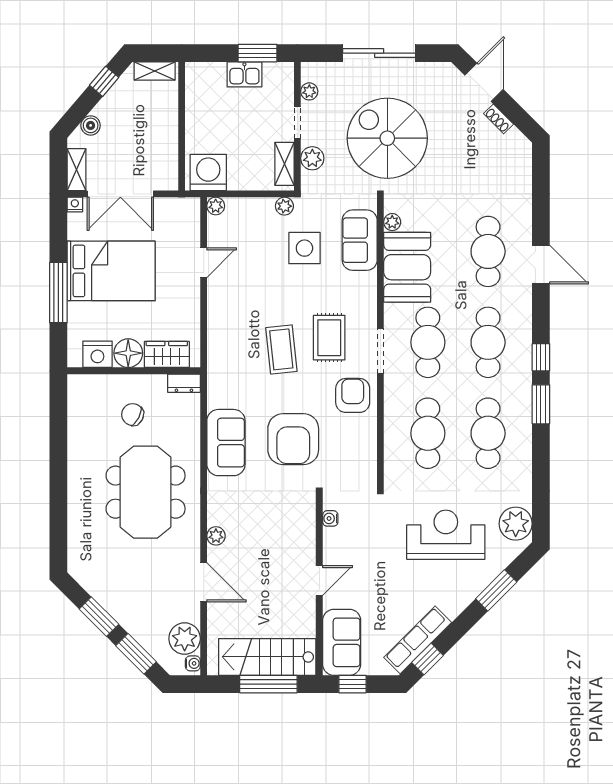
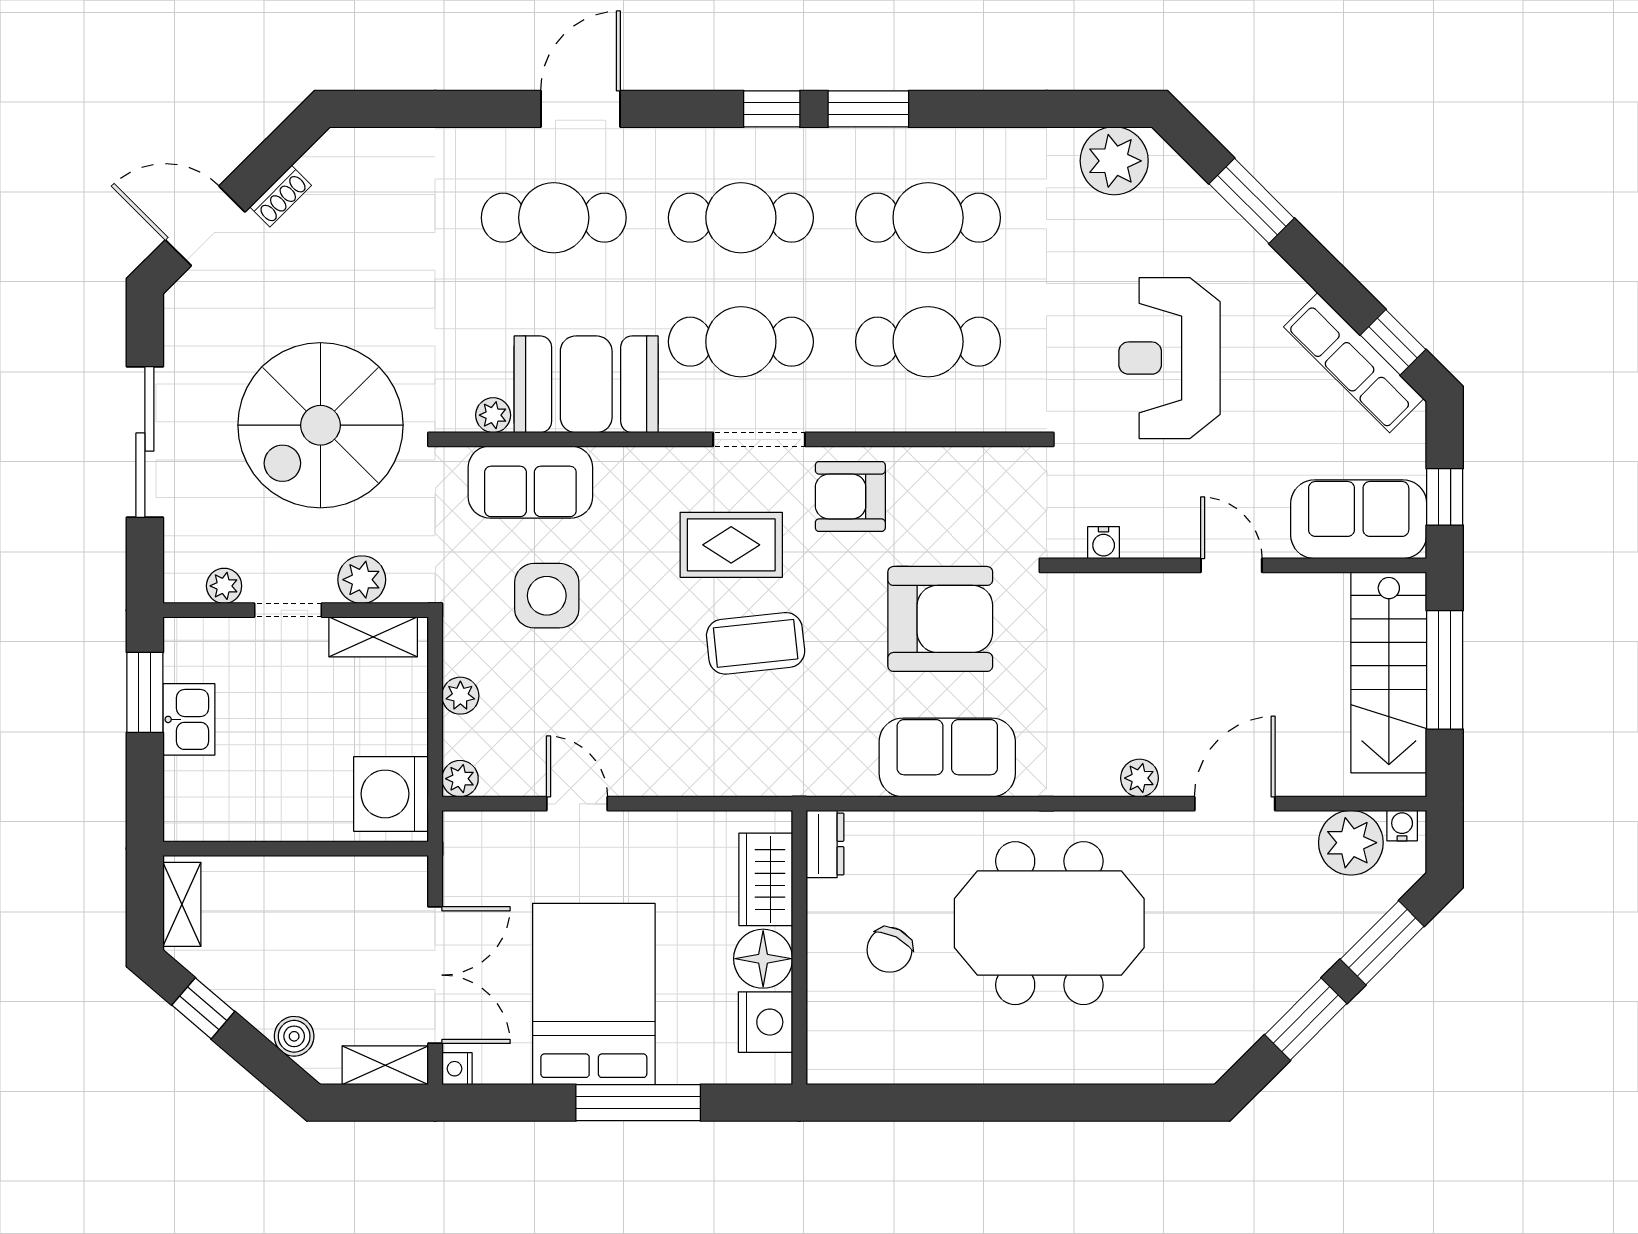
plant: (284, 206) -> (460, 696), moved
reception desk: (446, 535) -> (1170, 358), moved

